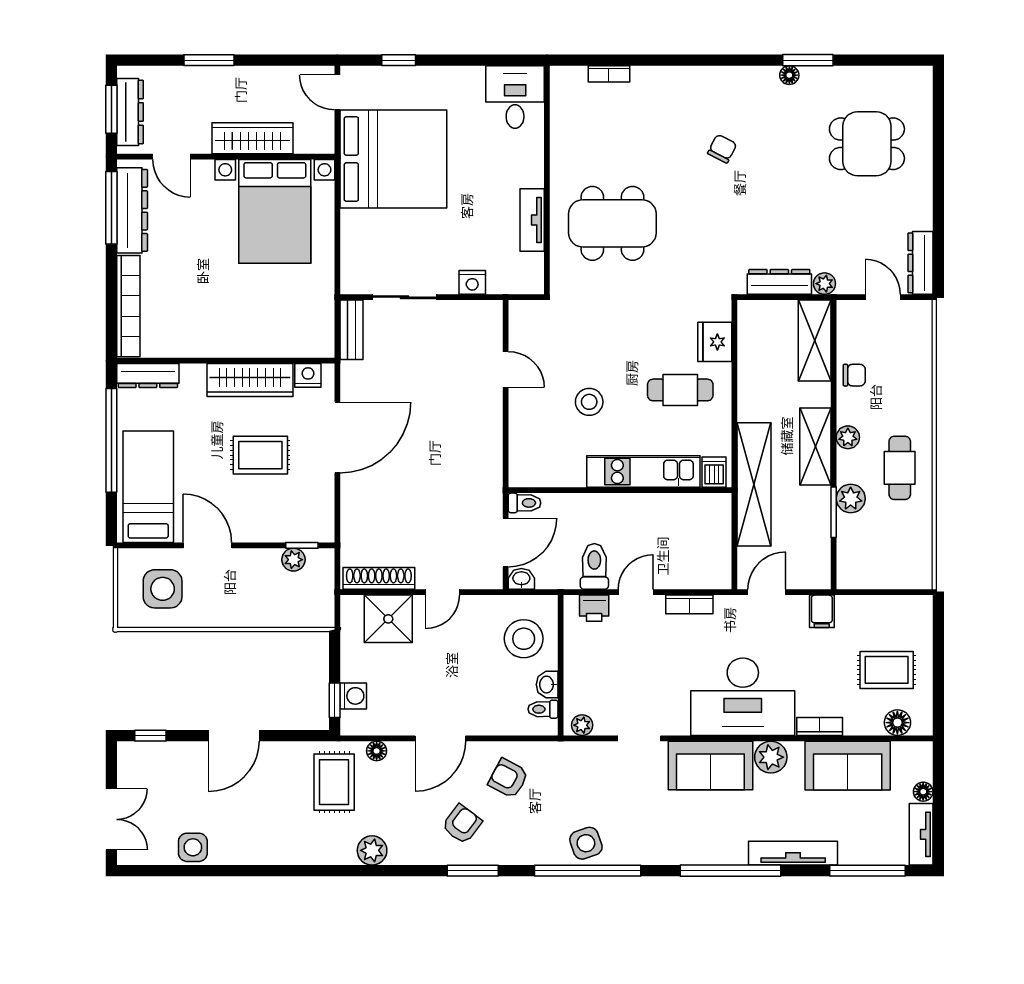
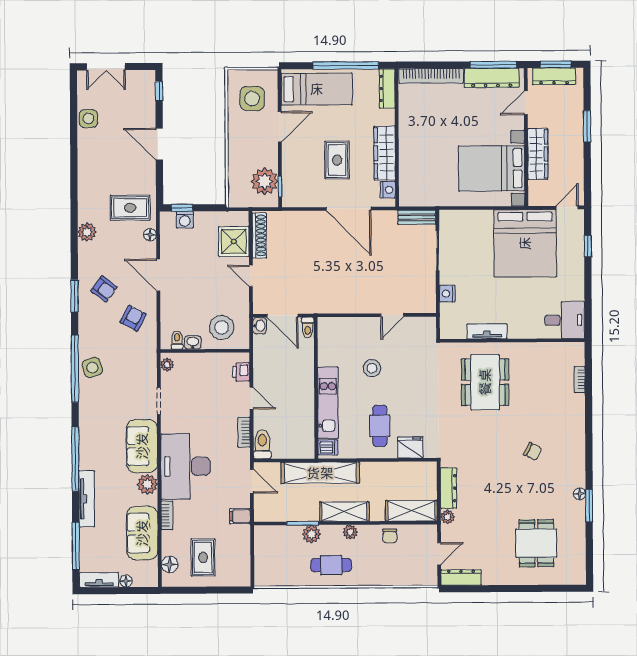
plant: (293, 560) -> (265, 181), width x1.87, depth x1.87
toilet: (594, 566) -> (262, 444), moved, turned -90

